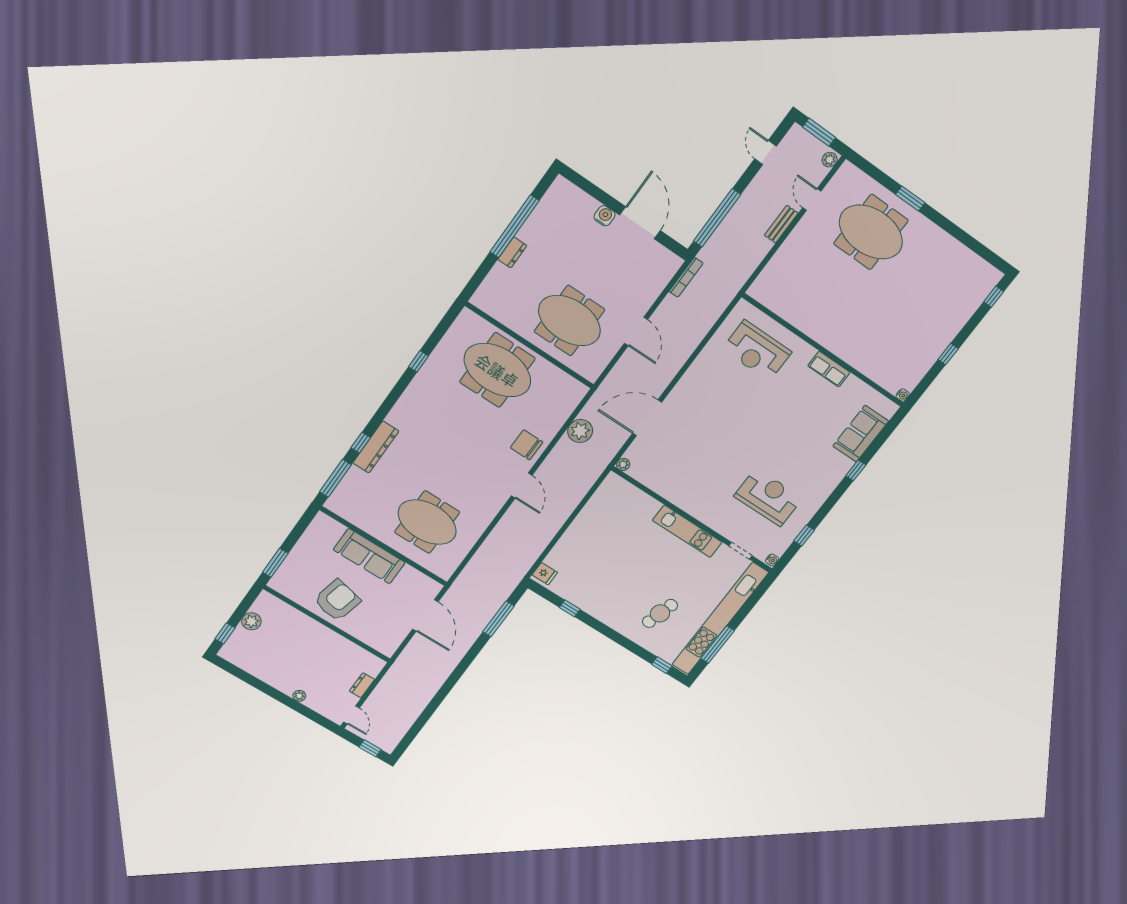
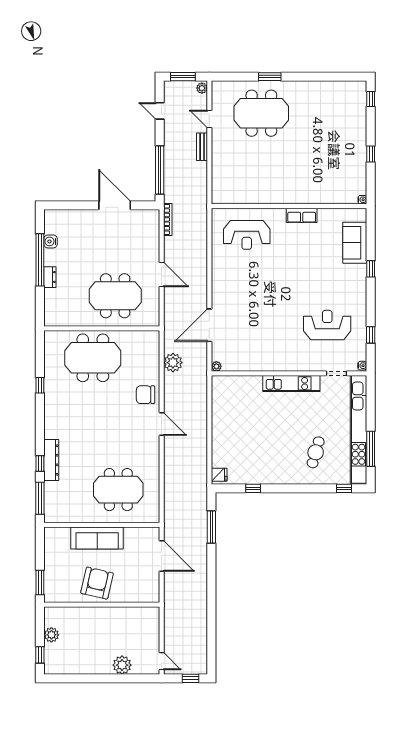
water cooler: (605, 216) -> (51, 241), moved, turned -90
dresser: (362, 685) -> (154, 634), removed
plant: (299, 696) -> (122, 665), width x1.87, depth x1.87

